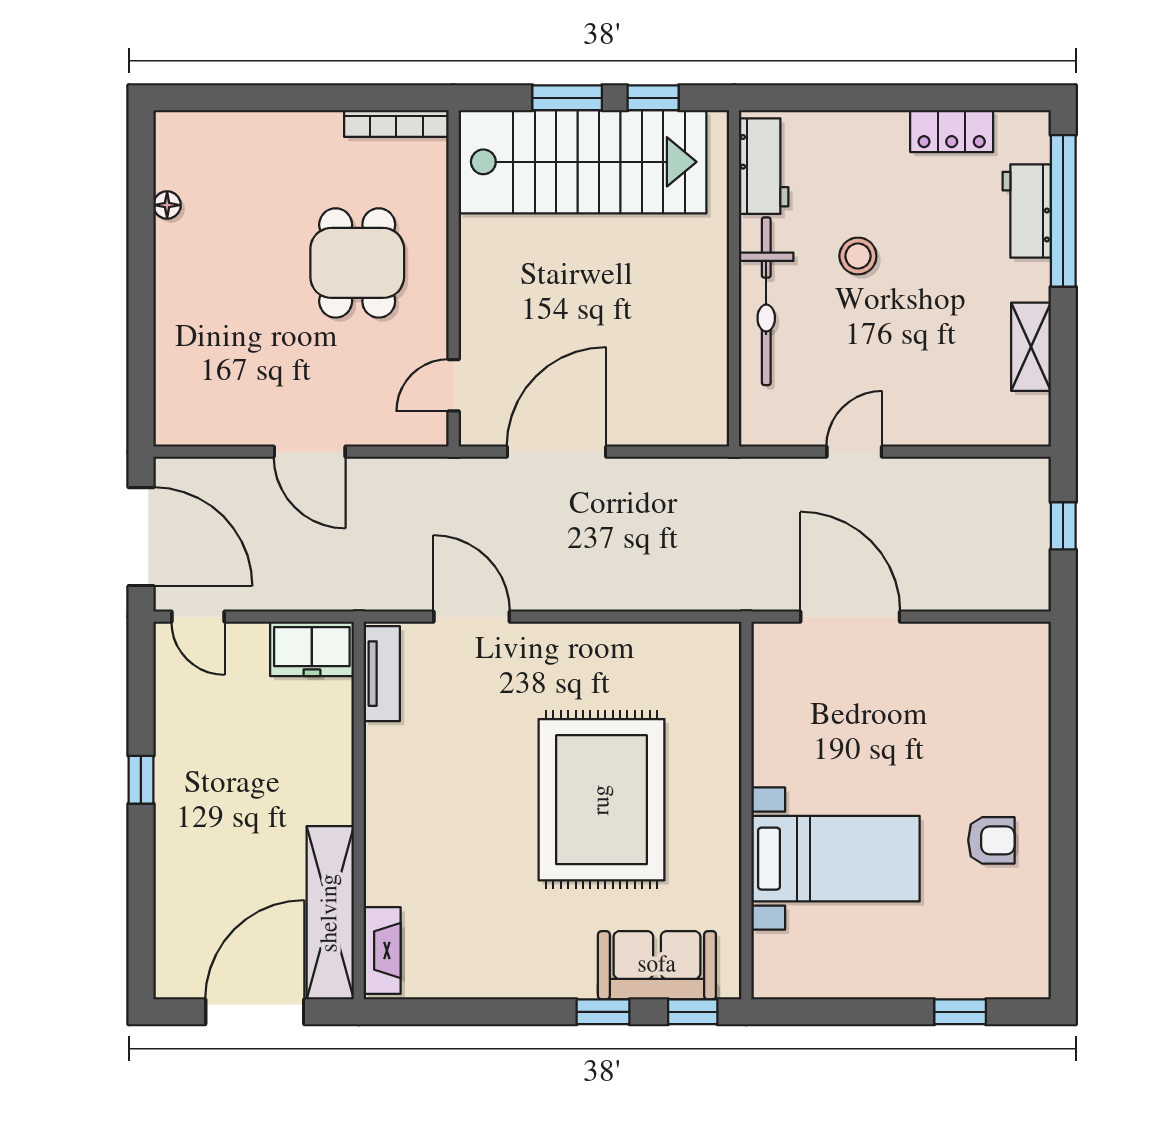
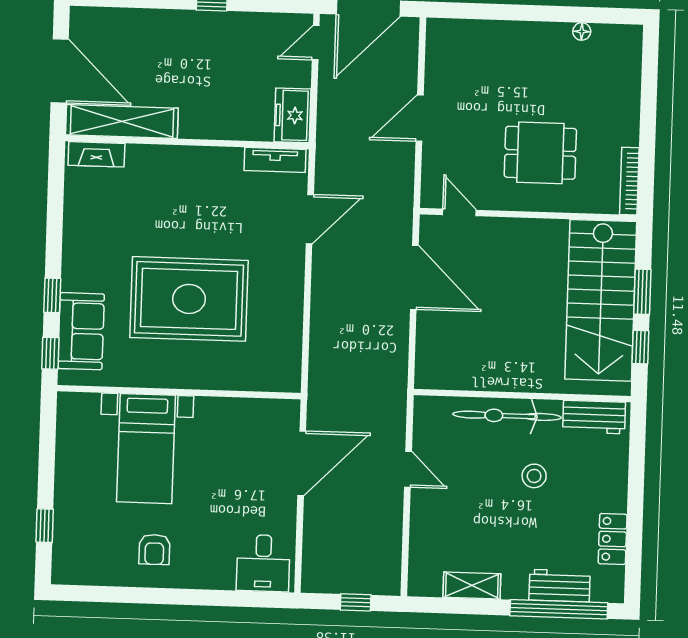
desk: (1007, 671) -> (263, 563), added

